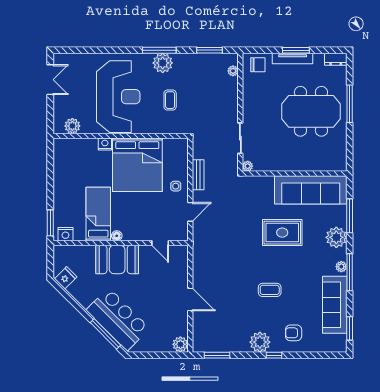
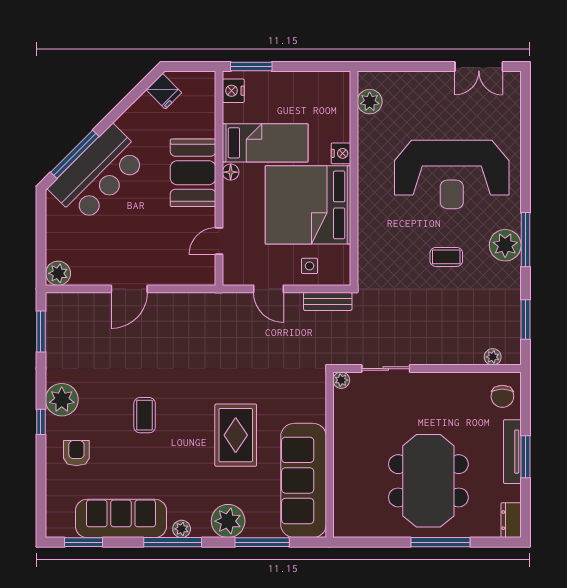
plant: (72, 126) -> (370, 102), moved
wall: (121, 136) -> (354, 178), moved
nightstand: (105, 144) -> (341, 153), moved
bed: (137, 165) -> (308, 205), moved

